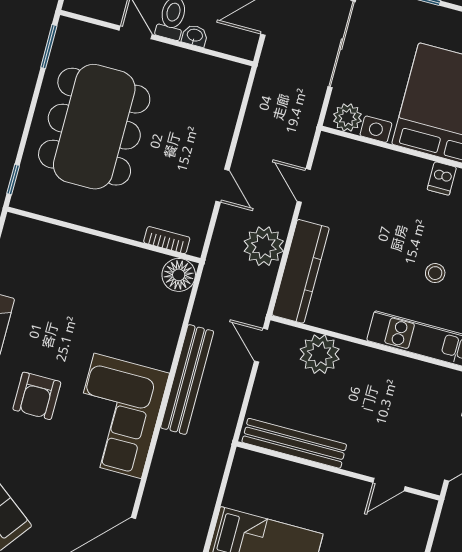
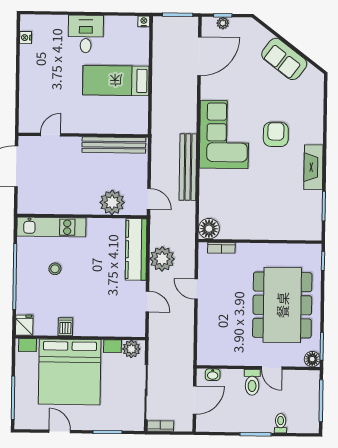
floor lamp: (69, 30) -> (312, 359), added
washbasin: (195, 36) -> (213, 375), moved

